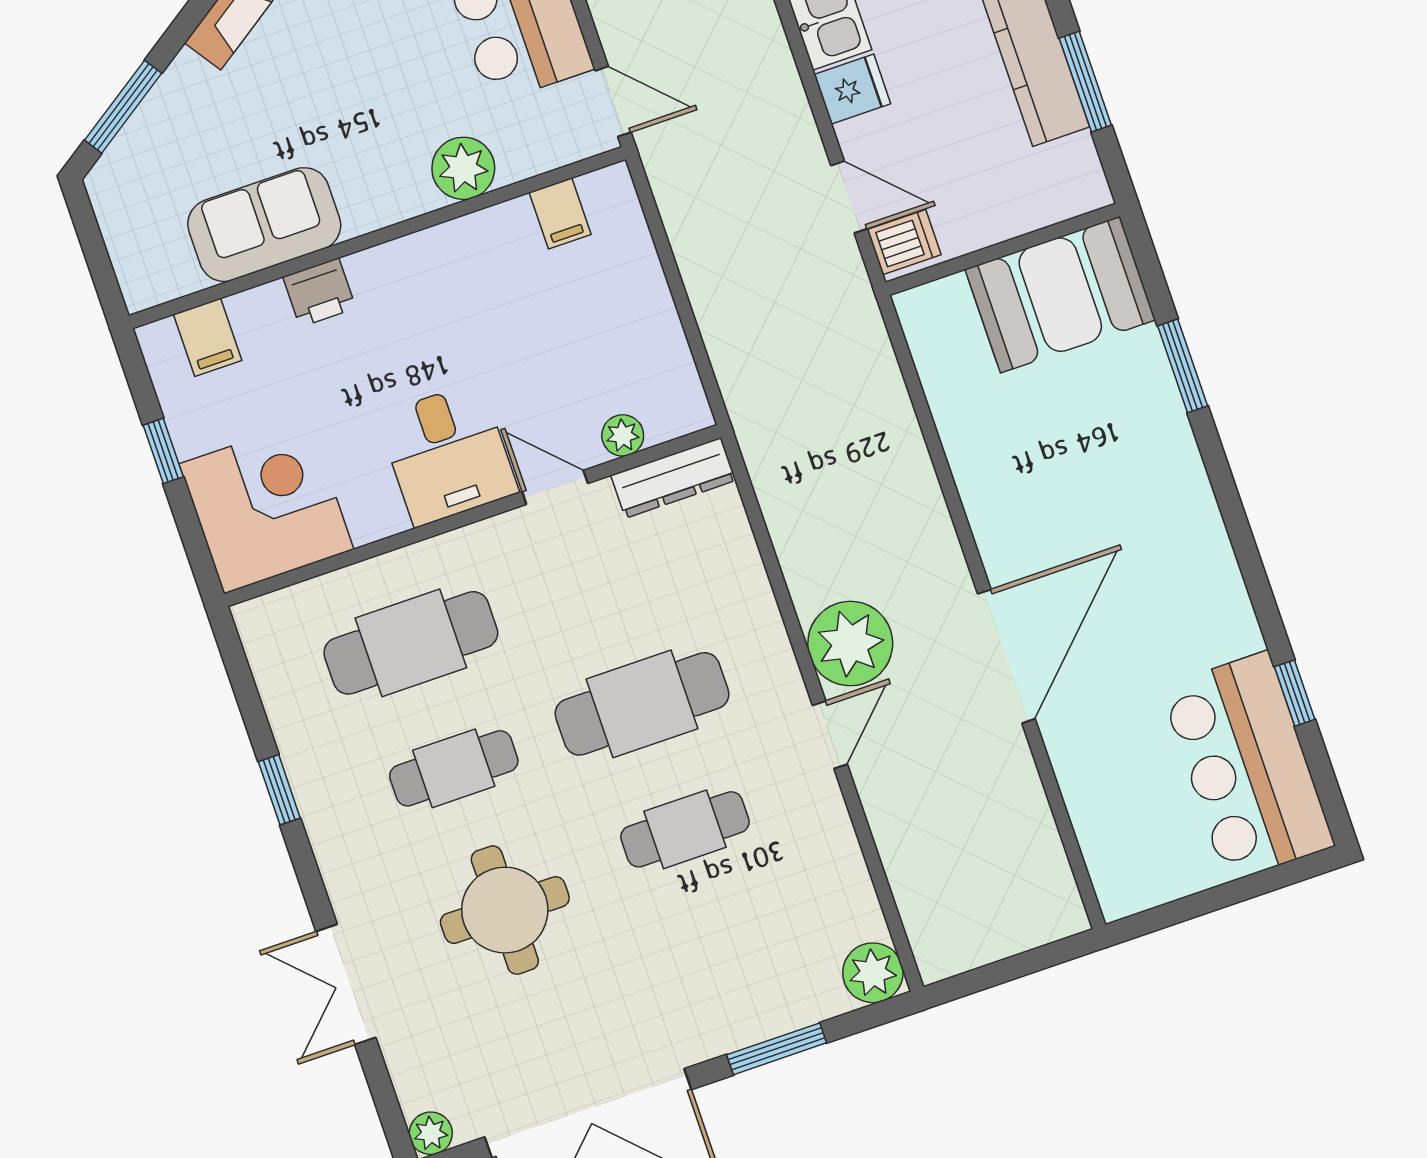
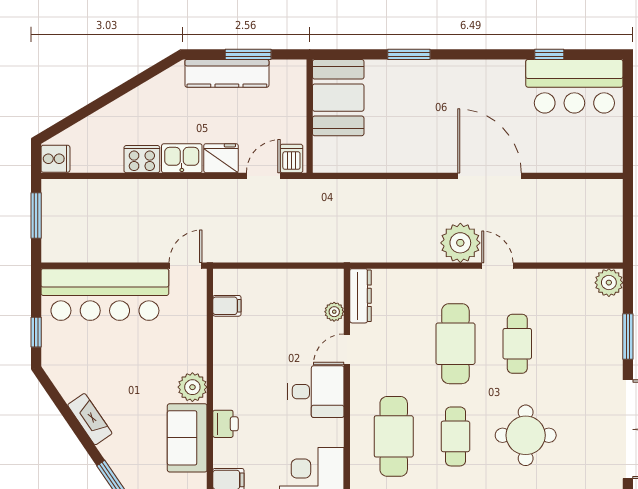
fridge: (852, 89) -> (221, 158), width x1.38
plant: (463, 168) -> (192, 387), moved
window: (1183, 366) -> (409, 54), moved

